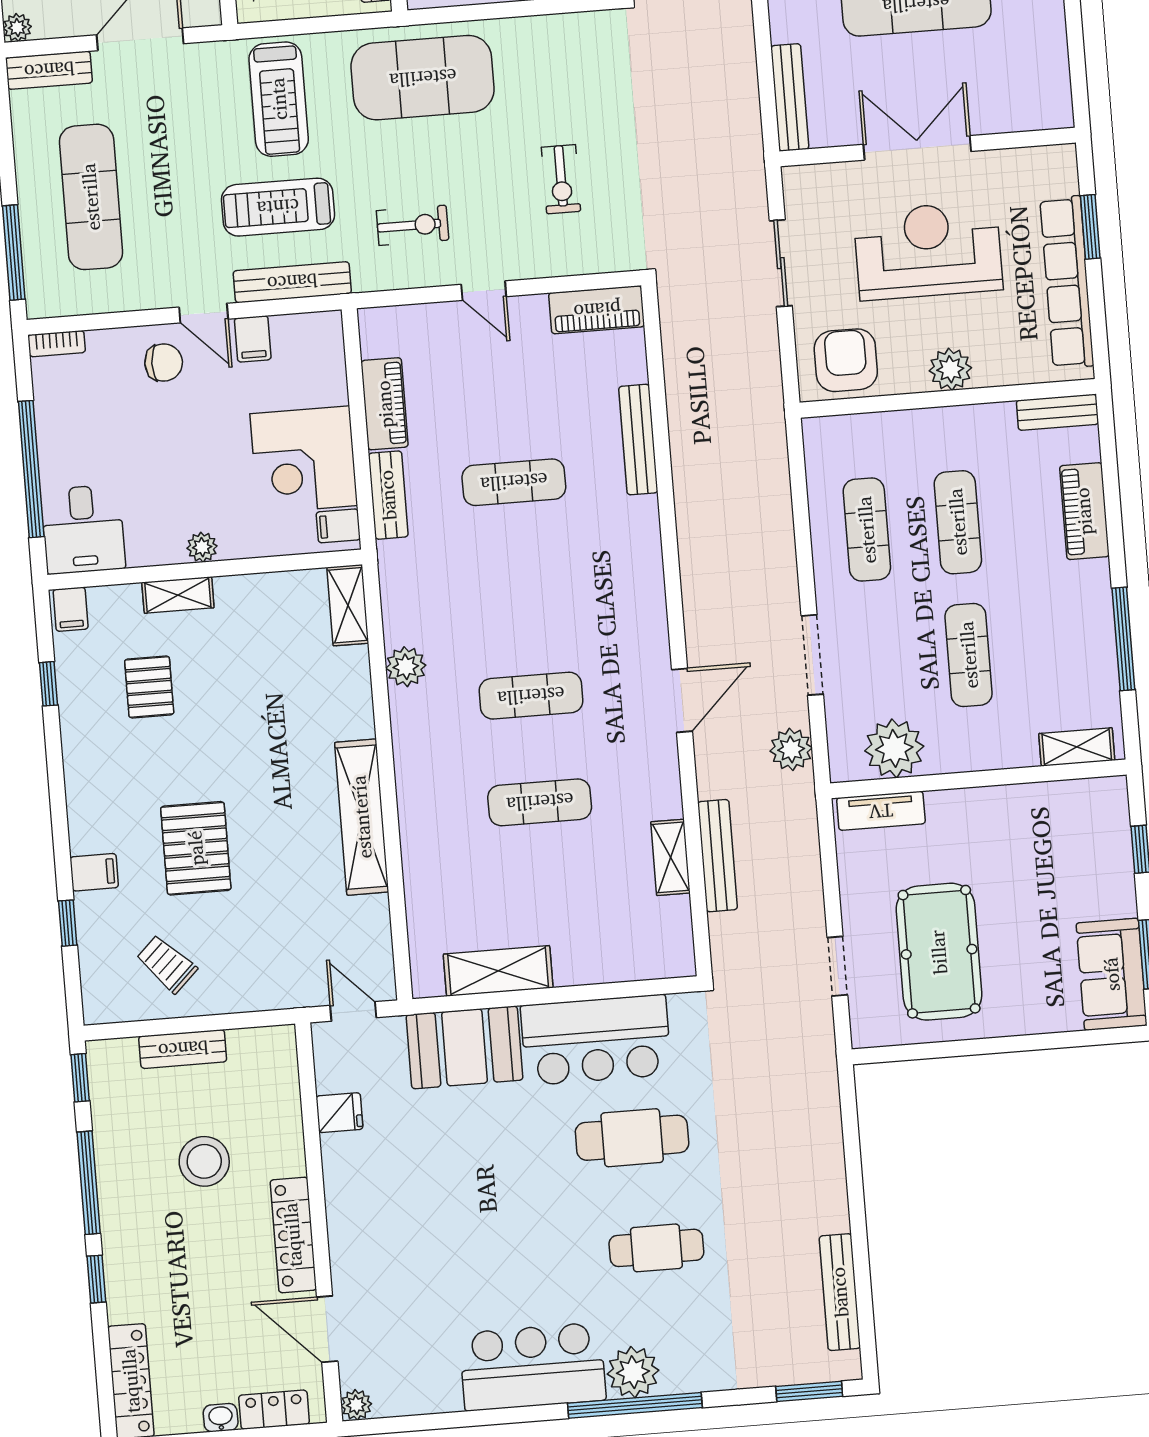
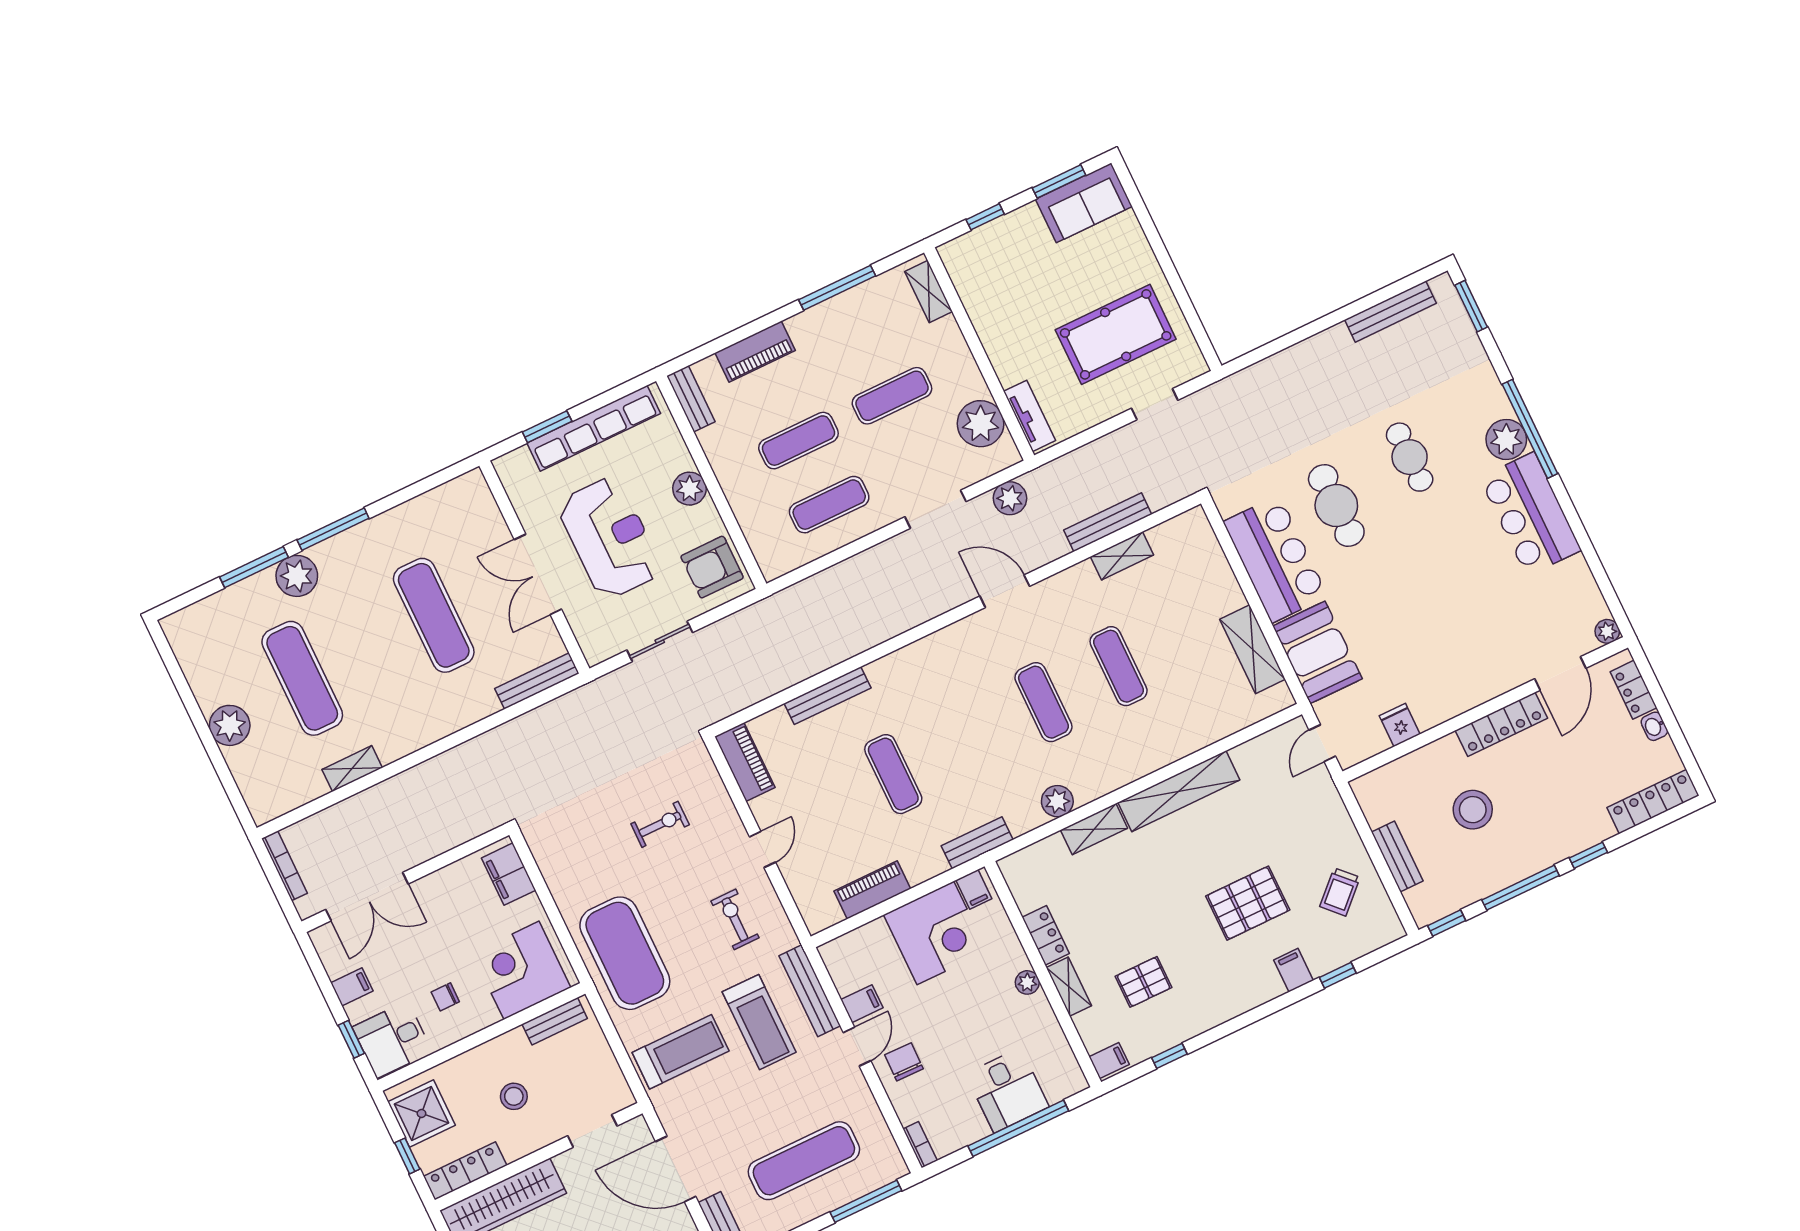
reception desk: (928, 251) -> (610, 538), turned 180
bench: (388, 495) -> (977, 843), moved
desk: (83, 529) -> (1007, 1090), moved, turned 90
locker: (250, 591) -> (1046, 935), added
shelving: (348, 605) -> (1094, 829), moved

